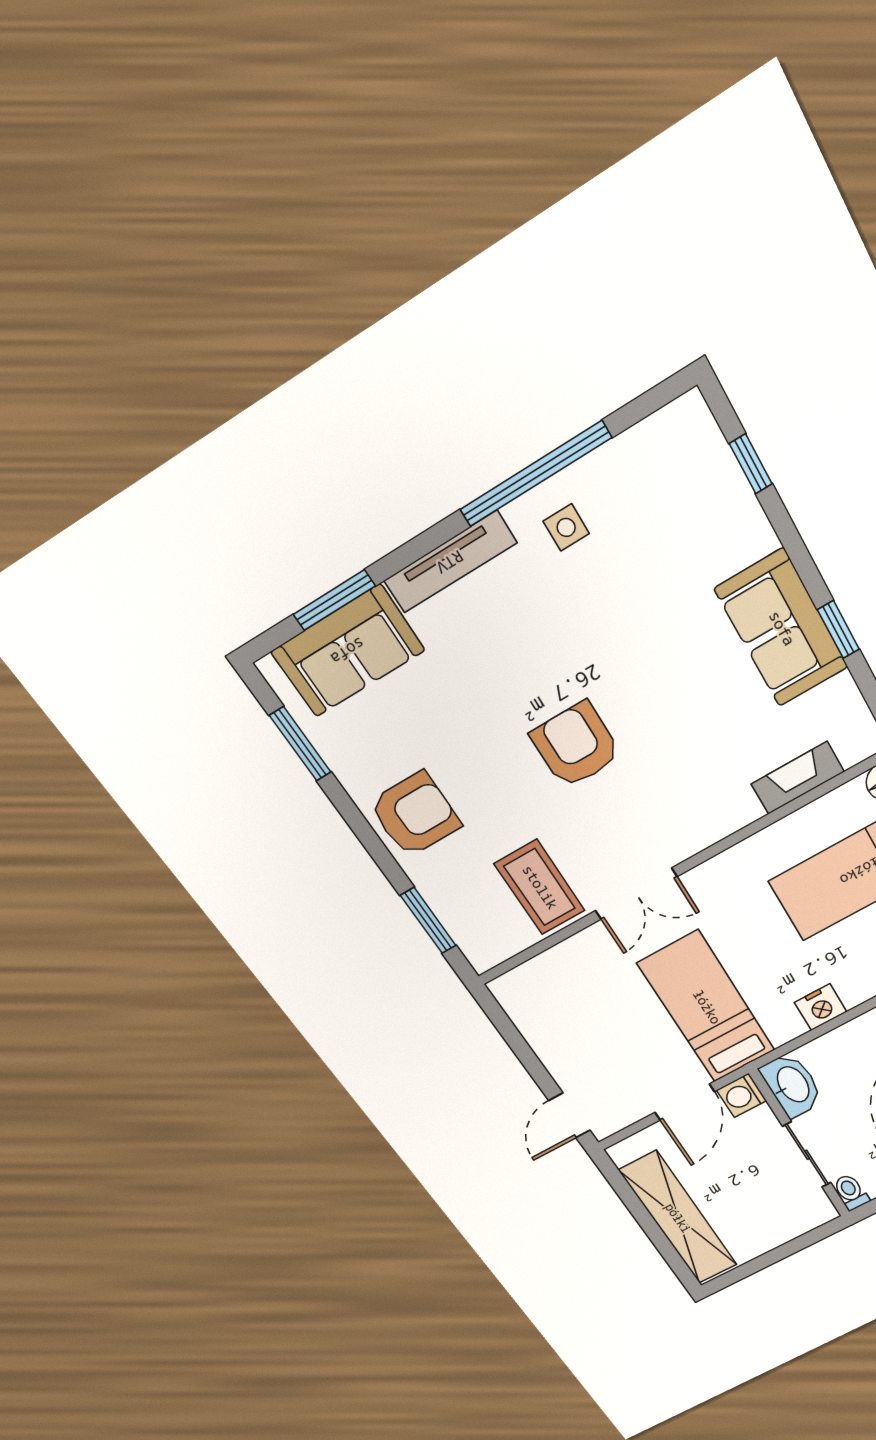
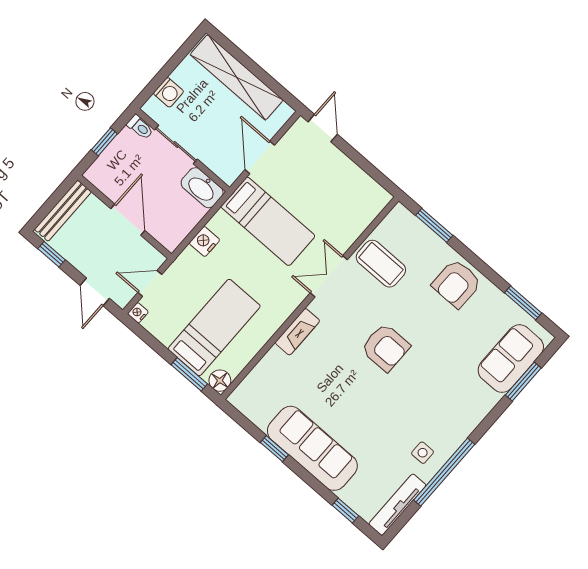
tv unit: (450, 562) -> (397, 505), moved
sofa: (782, 628) -> (312, 448), width x1.36
fireplace: (798, 778) -> (297, 332), moved
washing machine: (741, 1095) -> (168, 92), moved, turned 90

